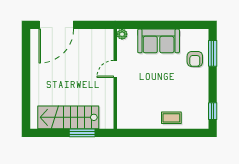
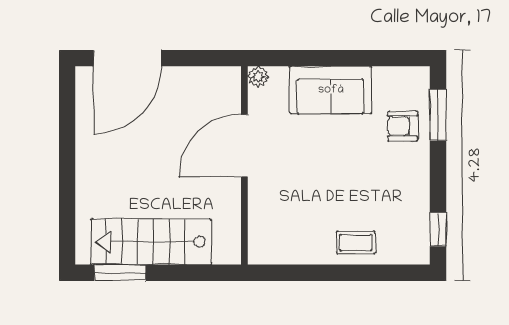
armchair: (195, 59) -> (403, 126), turned 90
door: (115, 69) -> (244, 146), width x1.88
window: (82, 133) -> (120, 273), moved

